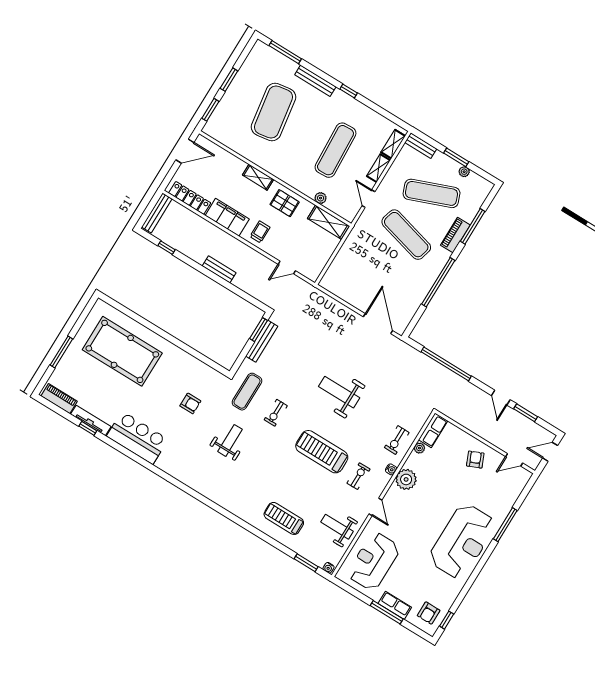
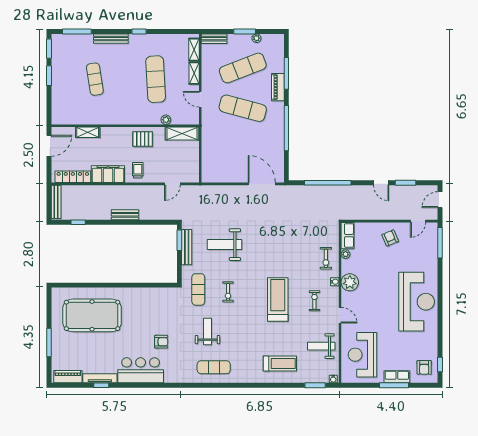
window: (210, 110) -> (49, 49), moved
exercise mat: (273, 112) -> (95, 79), width x0.50, depth x0.69
shelving: (258, 177) -> (88, 132), moved
weight bench: (339, 392) -> (225, 245), moved
armchair: (190, 403) -> (161, 342), moved
treadmill: (322, 452) -> (278, 299), turned 90
exercise mat: (214, 481) -> (214, 367), added
treadmill: (284, 518) -> (280, 364), turned 180
window: (505, 525) -> (440, 243), moved

